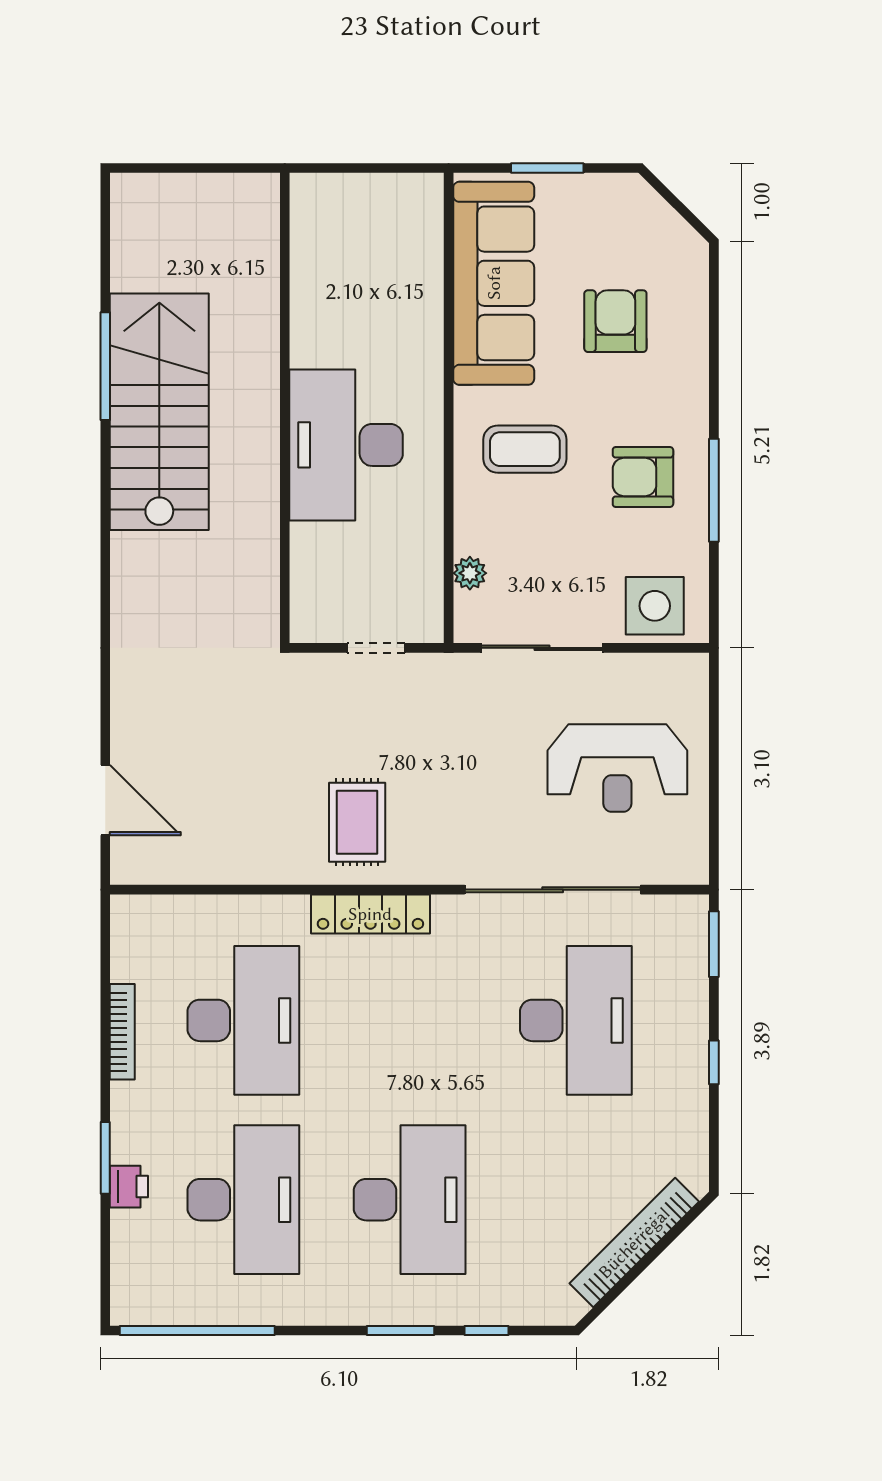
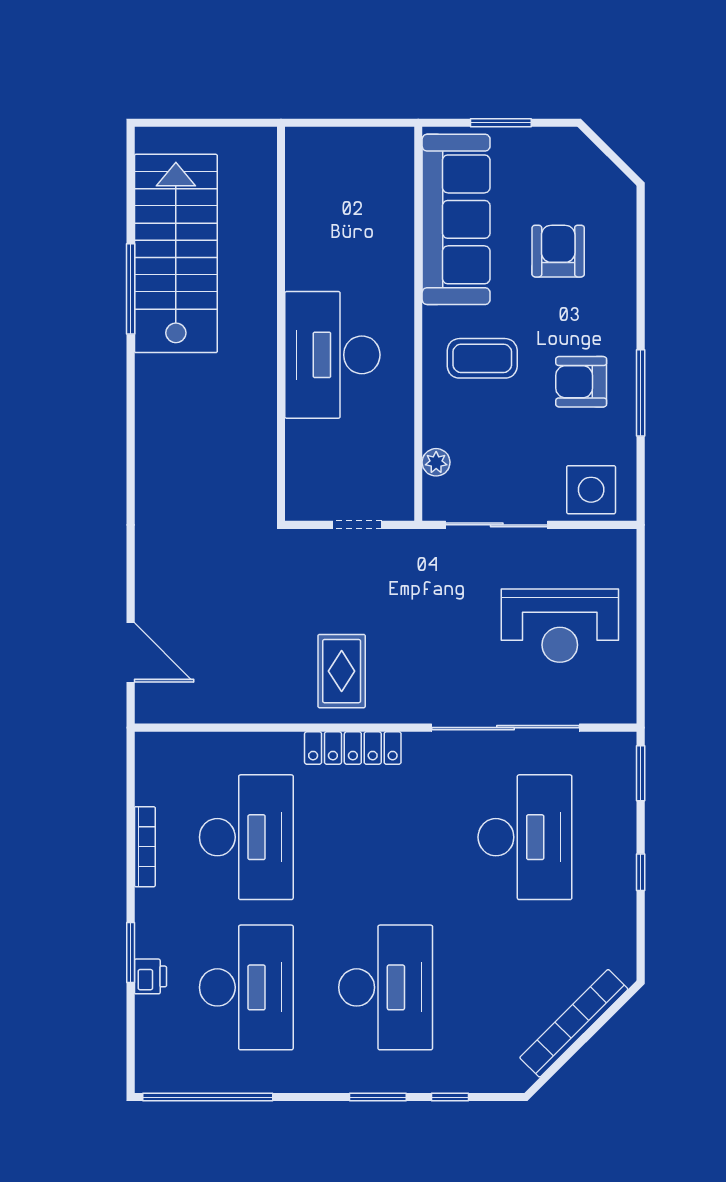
stairs: (159, 412) -> (176, 253), moved

